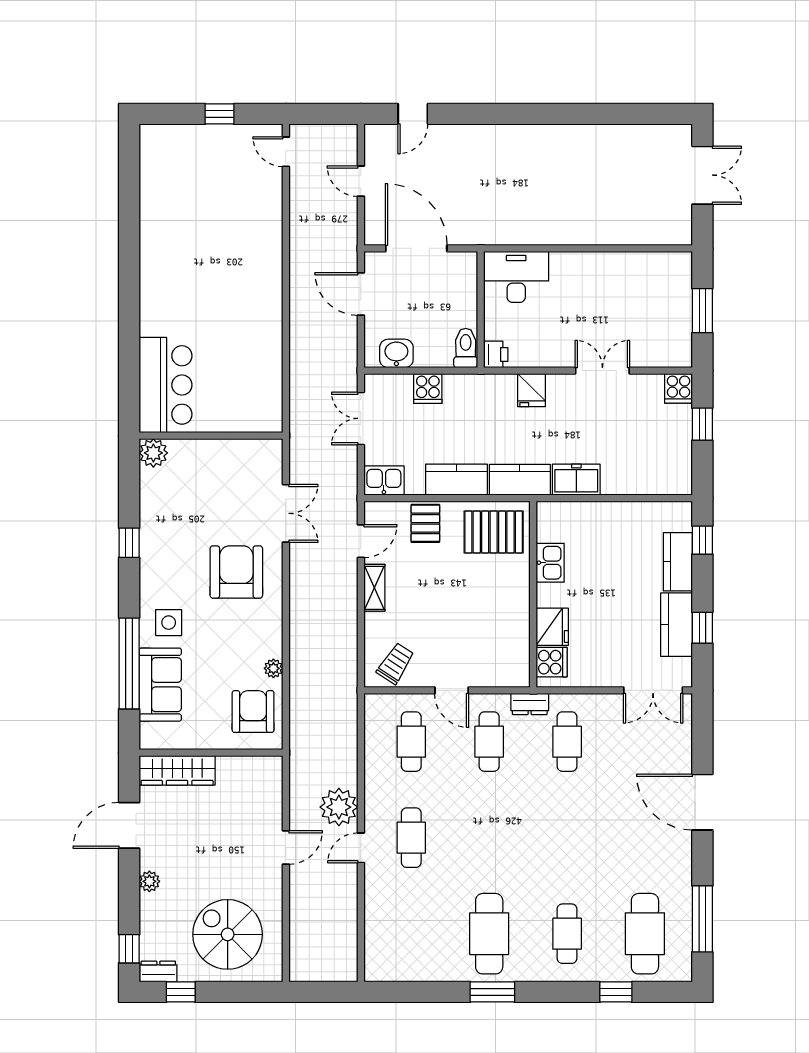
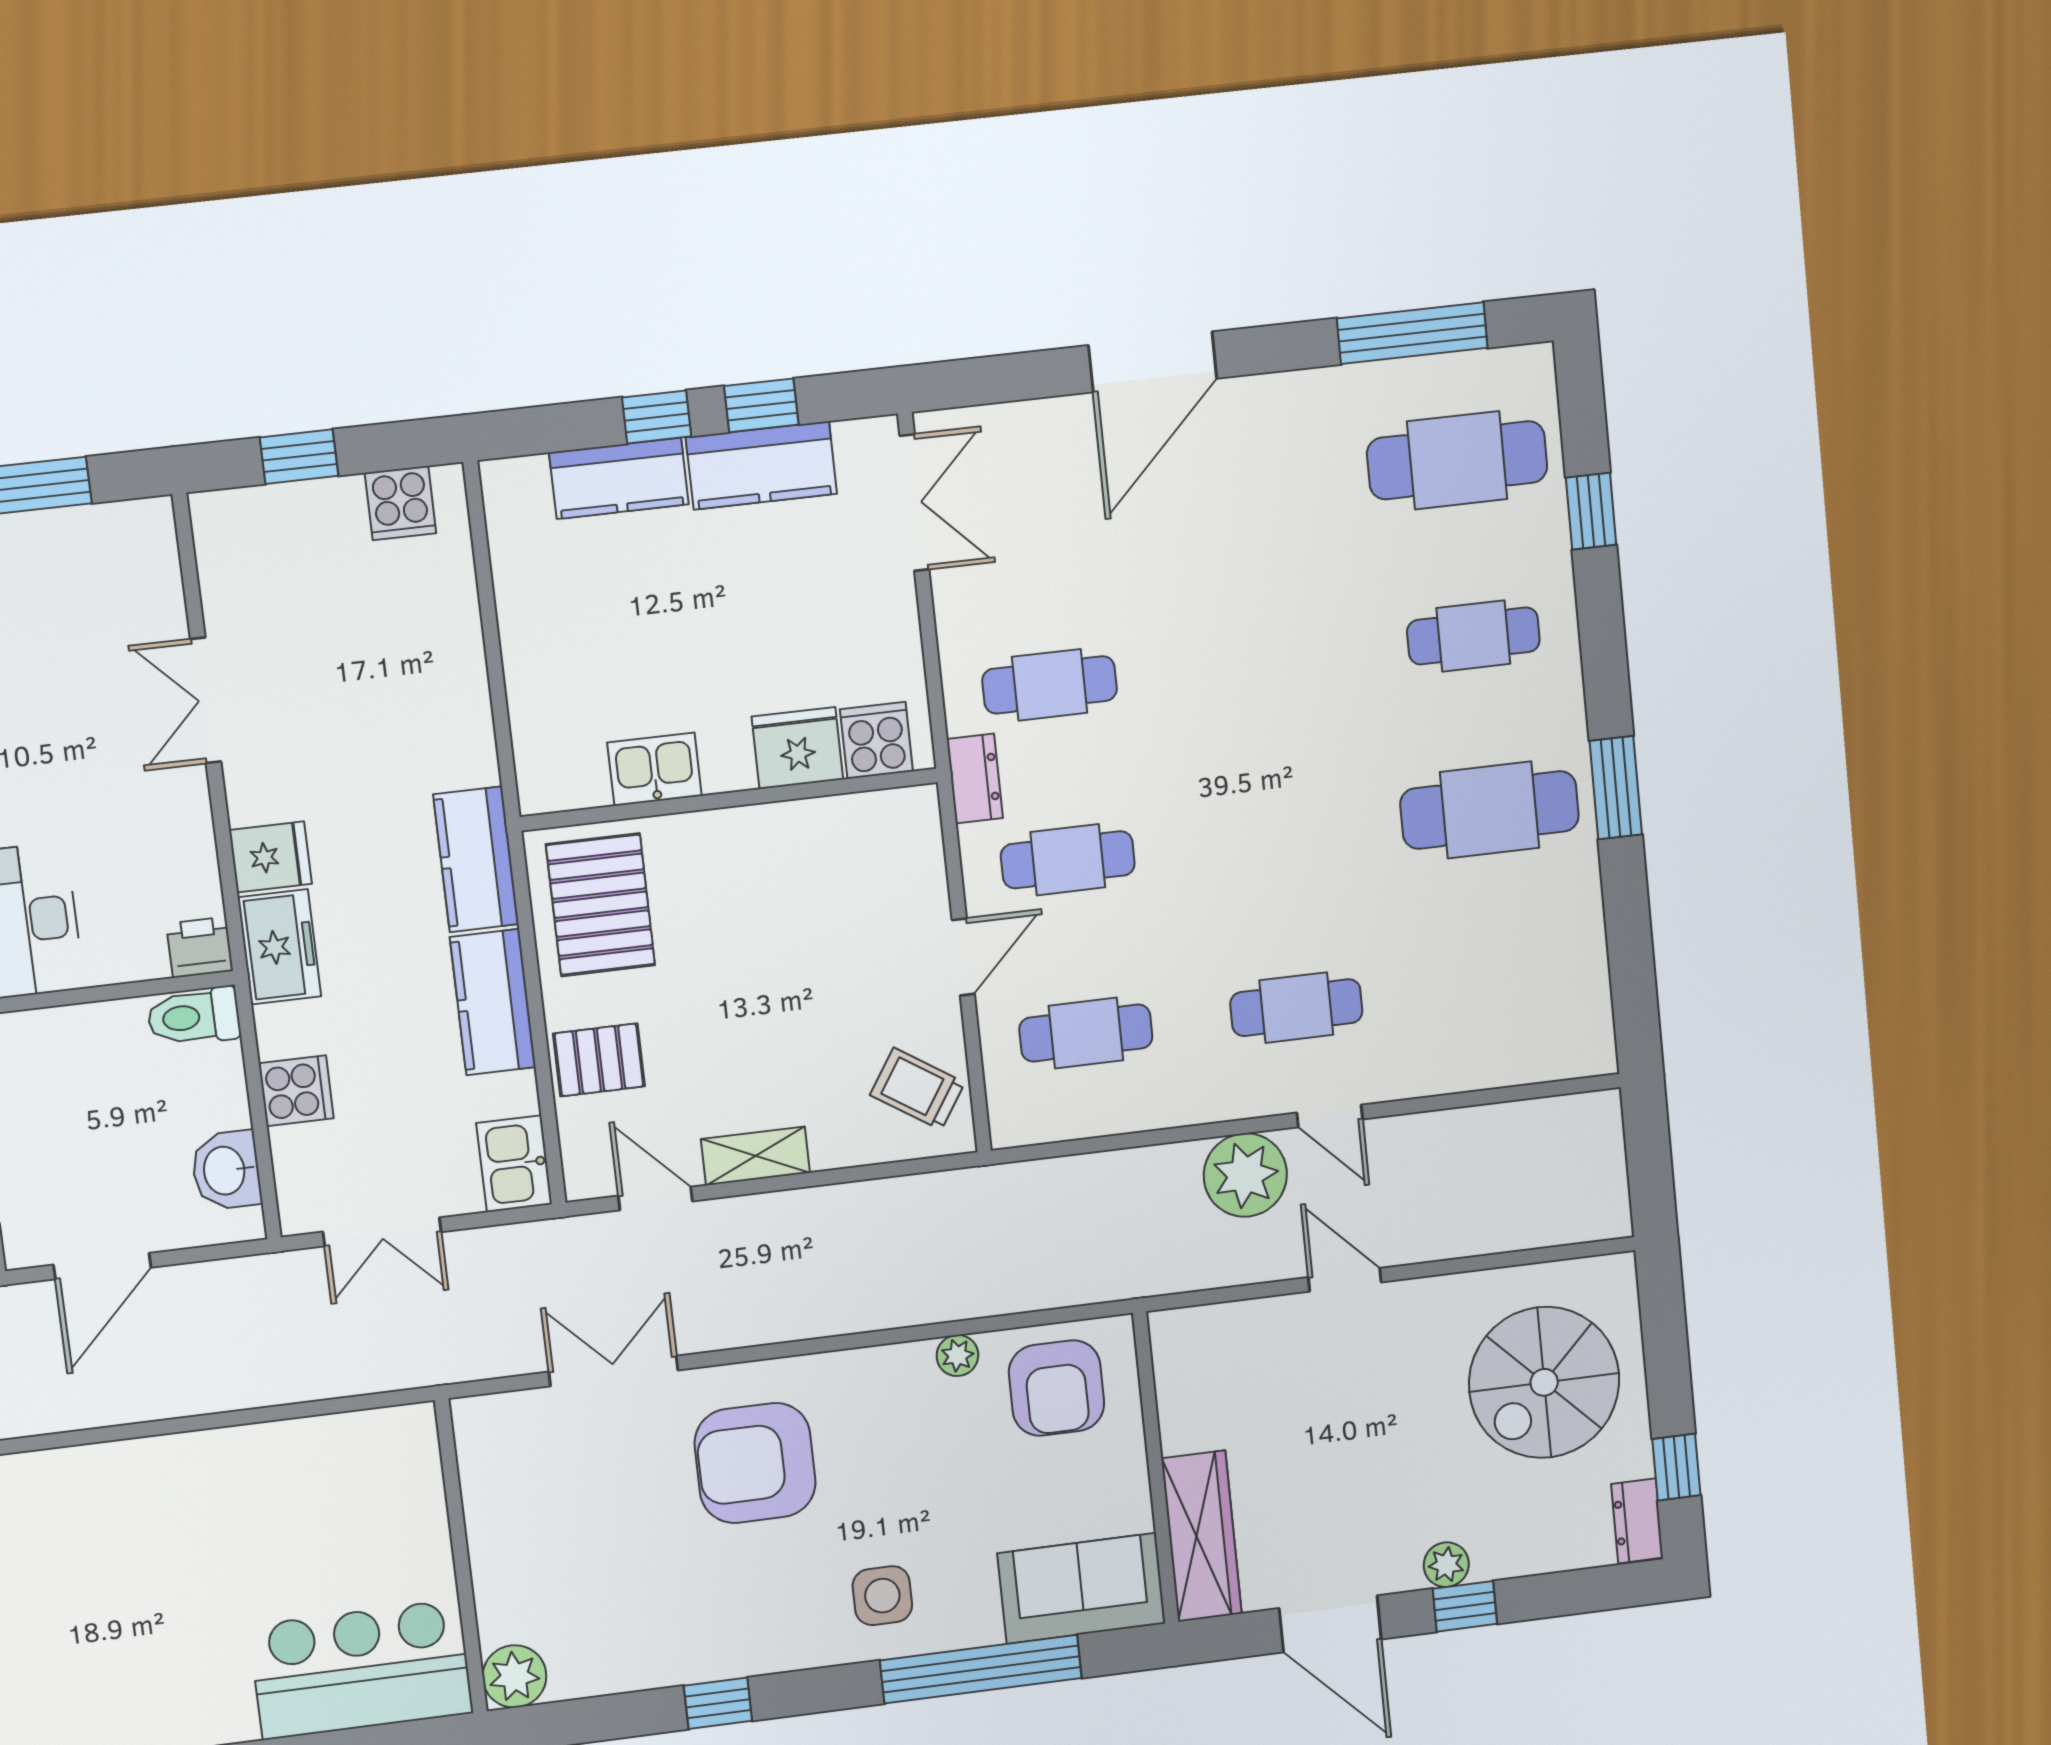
cooker: (678, 388) -> (400, 503), moved, turned 90
freezer: (576, 480) -> (279, 947), moved, turned 180
window: (702, 540) -> (657, 417), moved
sofa: (160, 685) -> (1081, 1588), moved
armchair: (253, 712) -> (1057, 1388), turned -90
window: (129, 949) -> (1465, 1606), moved

